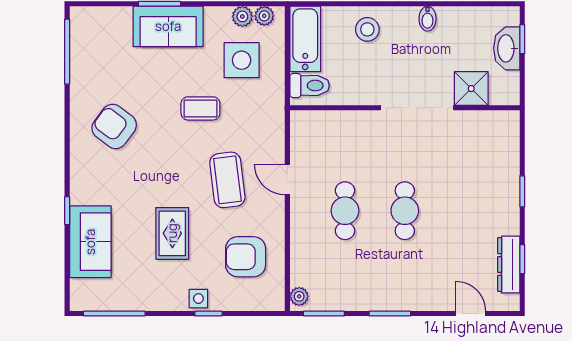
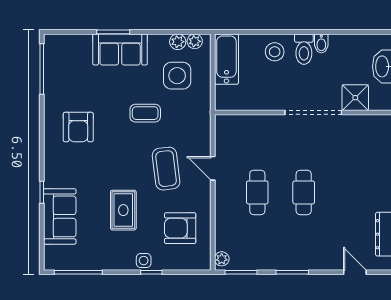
toilet: (310, 86) -> (304, 49), moved, turned 90
armchair: (114, 126) -> (78, 127), turned -127

